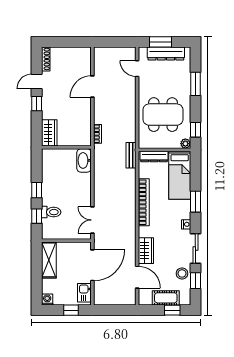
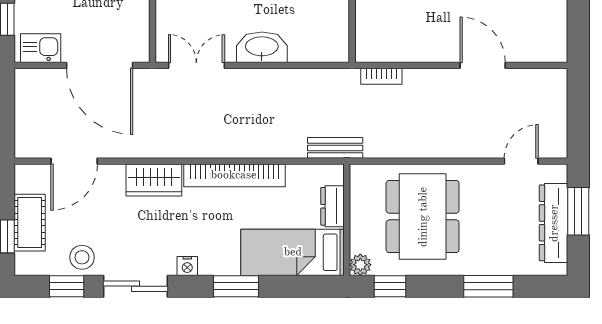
dresser: (154, 157) -> (333, 206), width x0.70
washbasin: (84, 160) -> (262, 47), moved
wardrobe: (146, 251) -> (154, 180), moved

